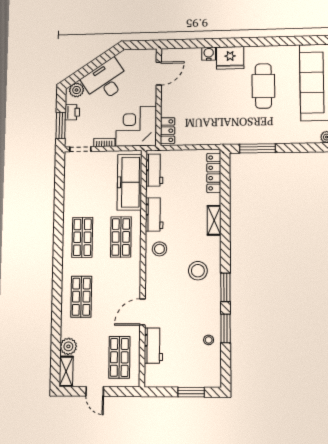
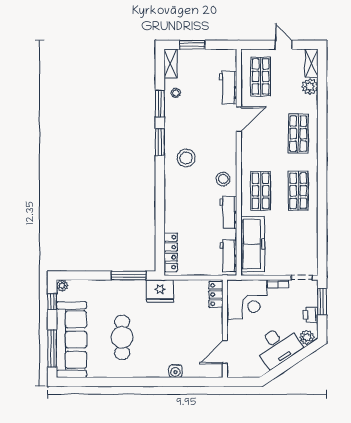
fridge: (230, 58) -> (160, 291), moved, turned 180
shelving: (214, 220) -> (171, 63), moved

